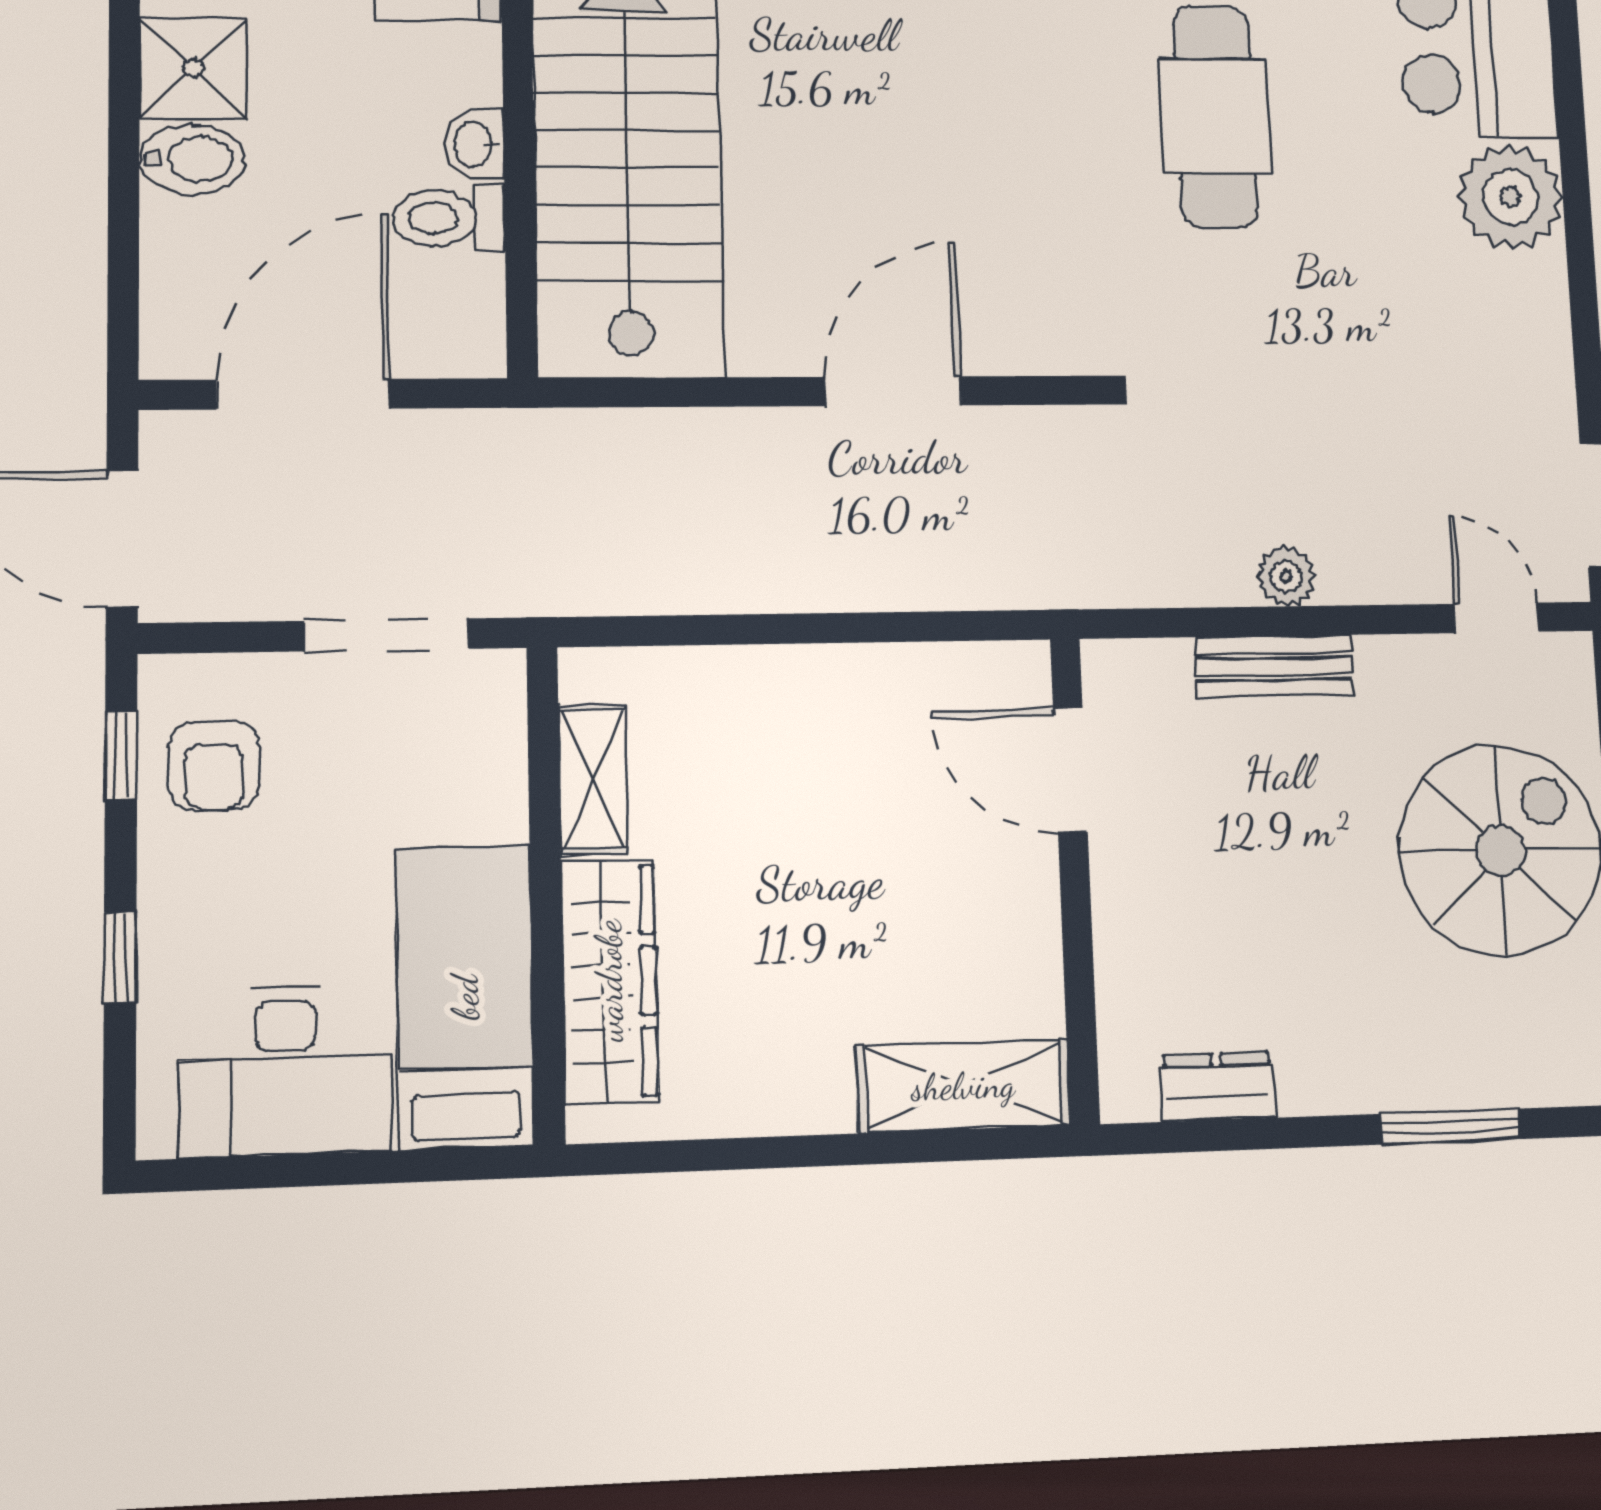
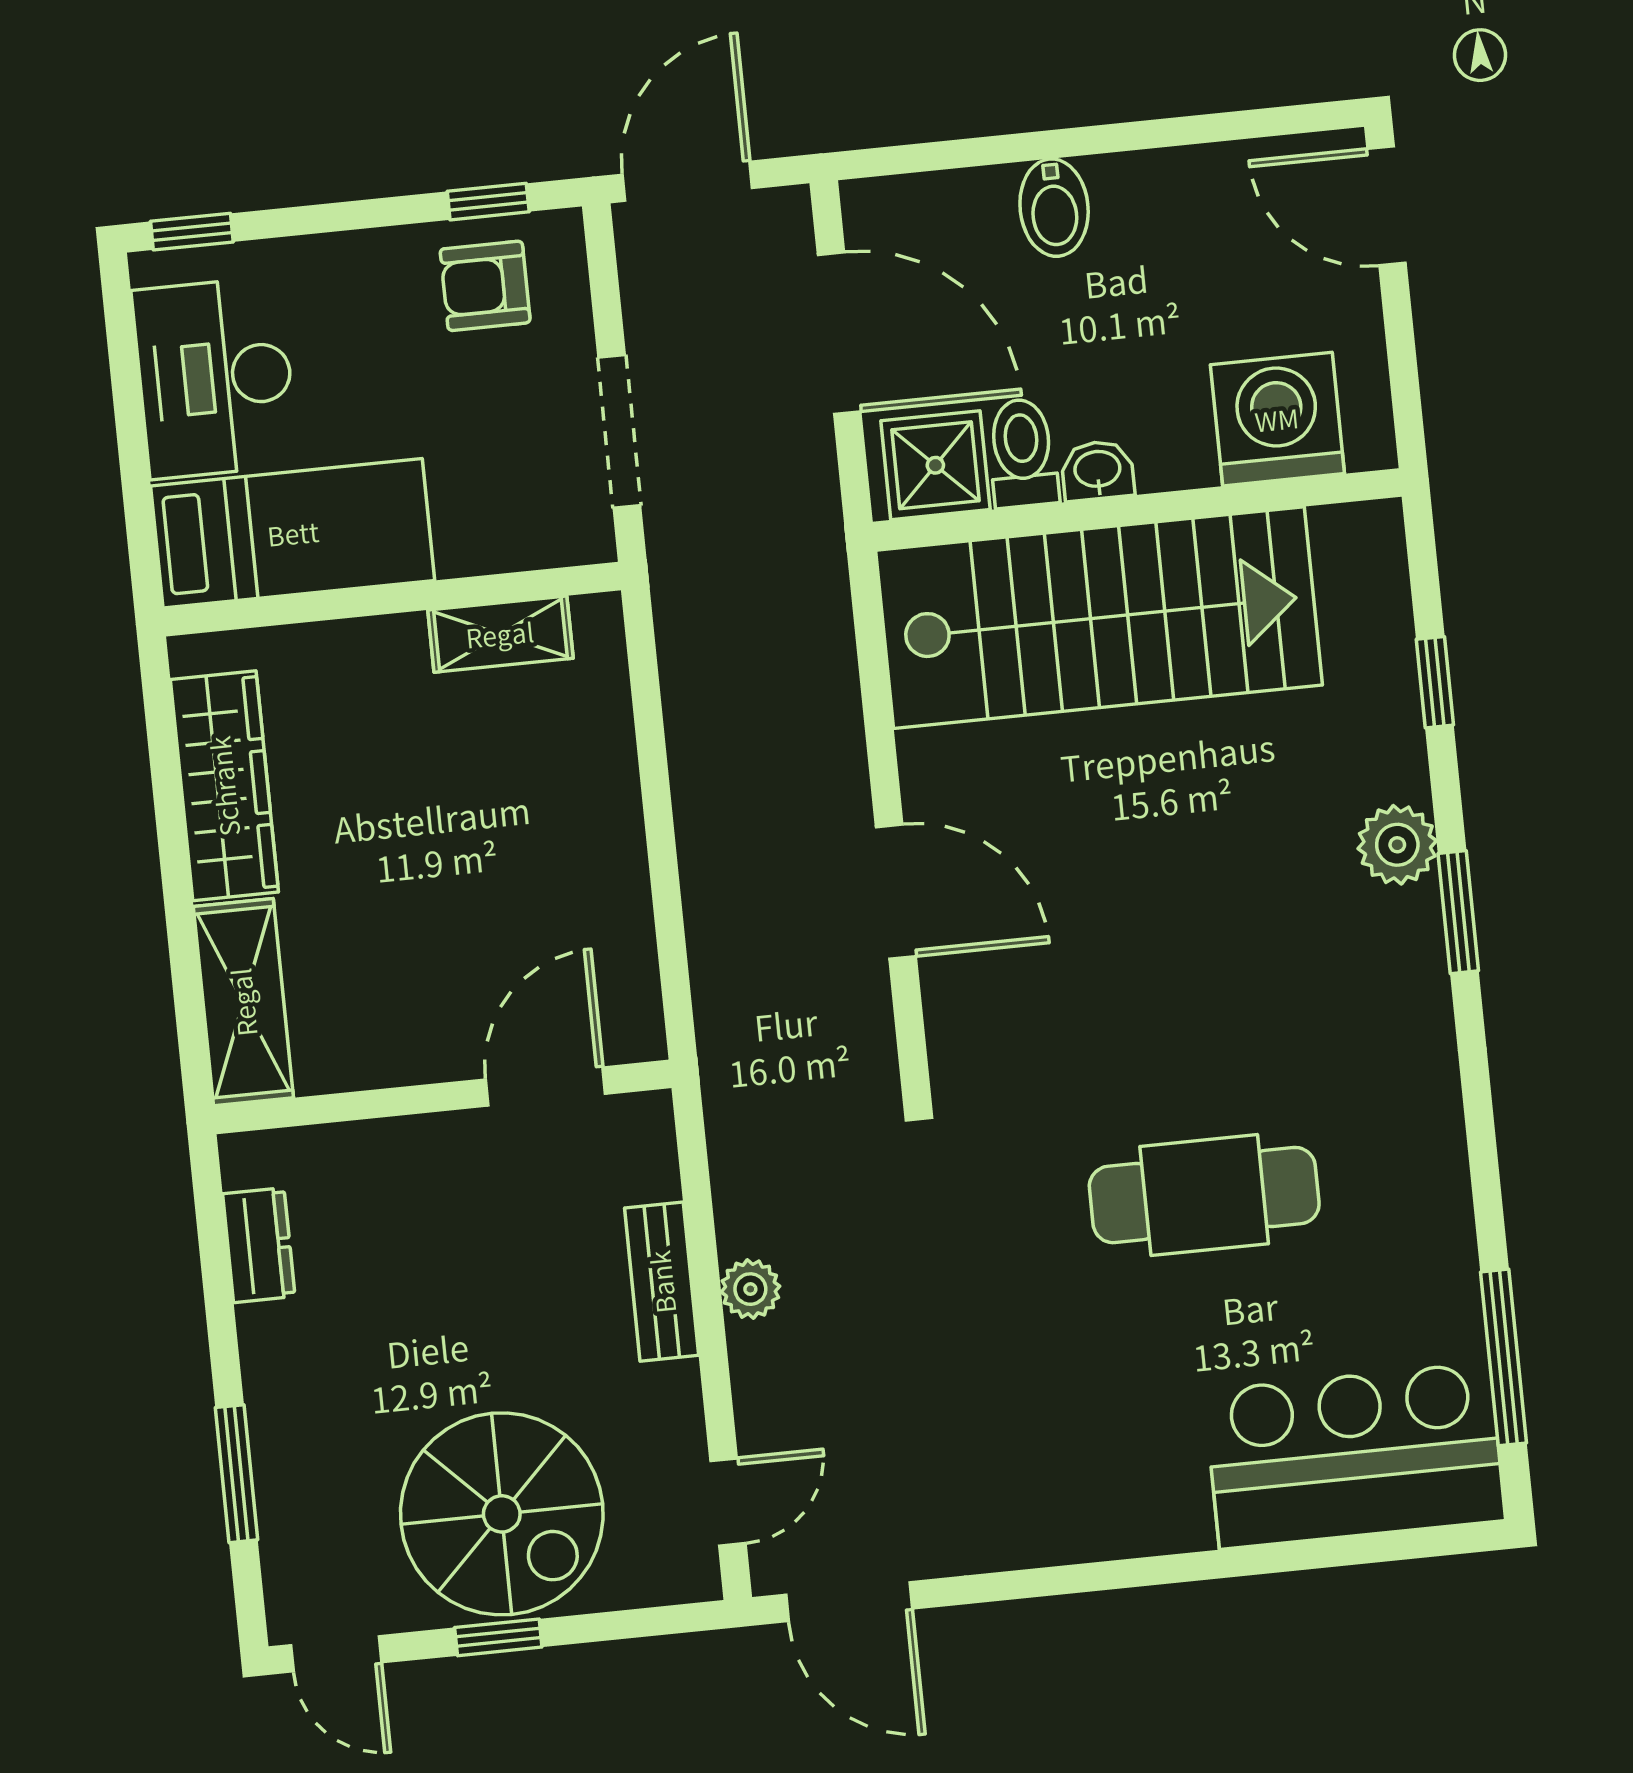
shower: (193, 68) -> (935, 465), moved
plant: (1510, 197) -> (1154, 1501), removed
window: (120, 957) -> (192, 232), moved
wardrobe: (609, 981) -> (224, 786), moved, turned -90

